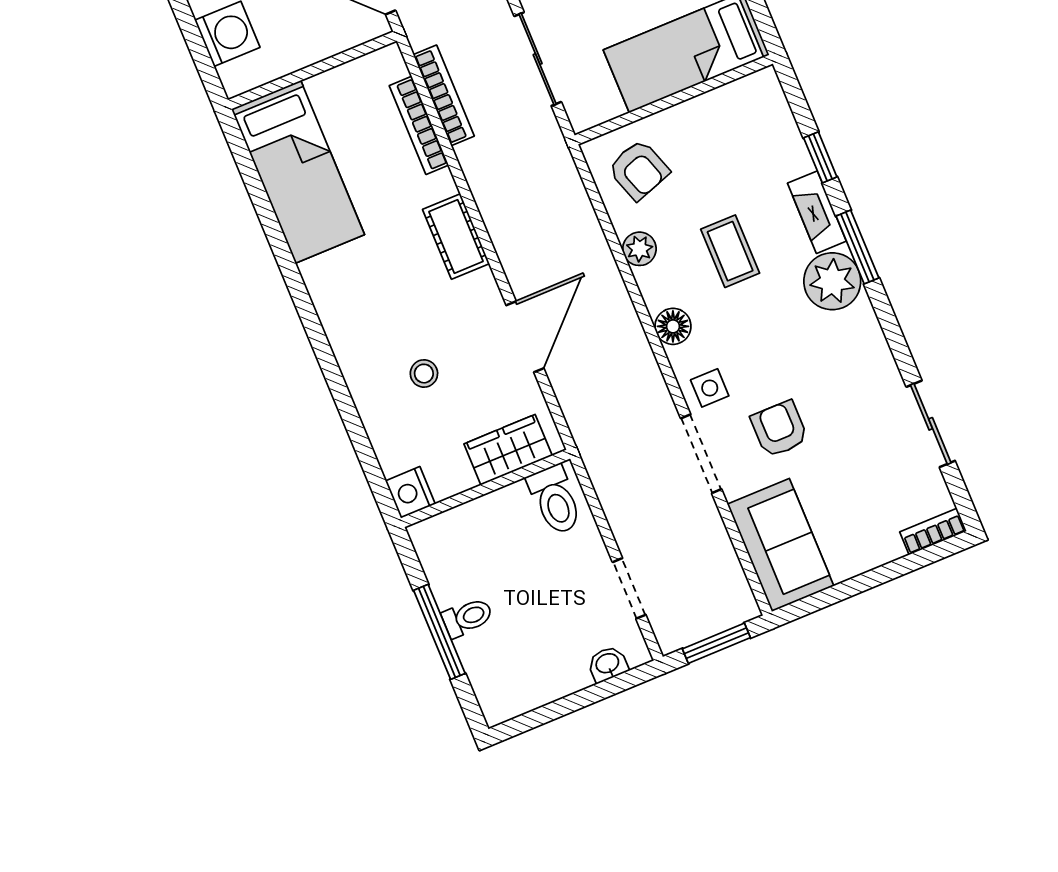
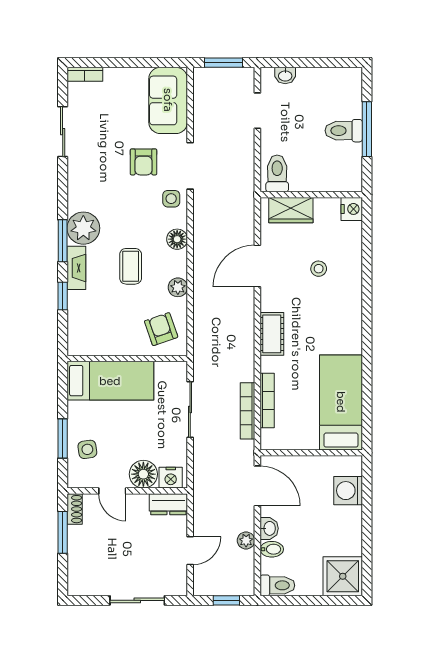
toilet: (467, 617) -> (344, 131), width x1.37, depth x1.39

